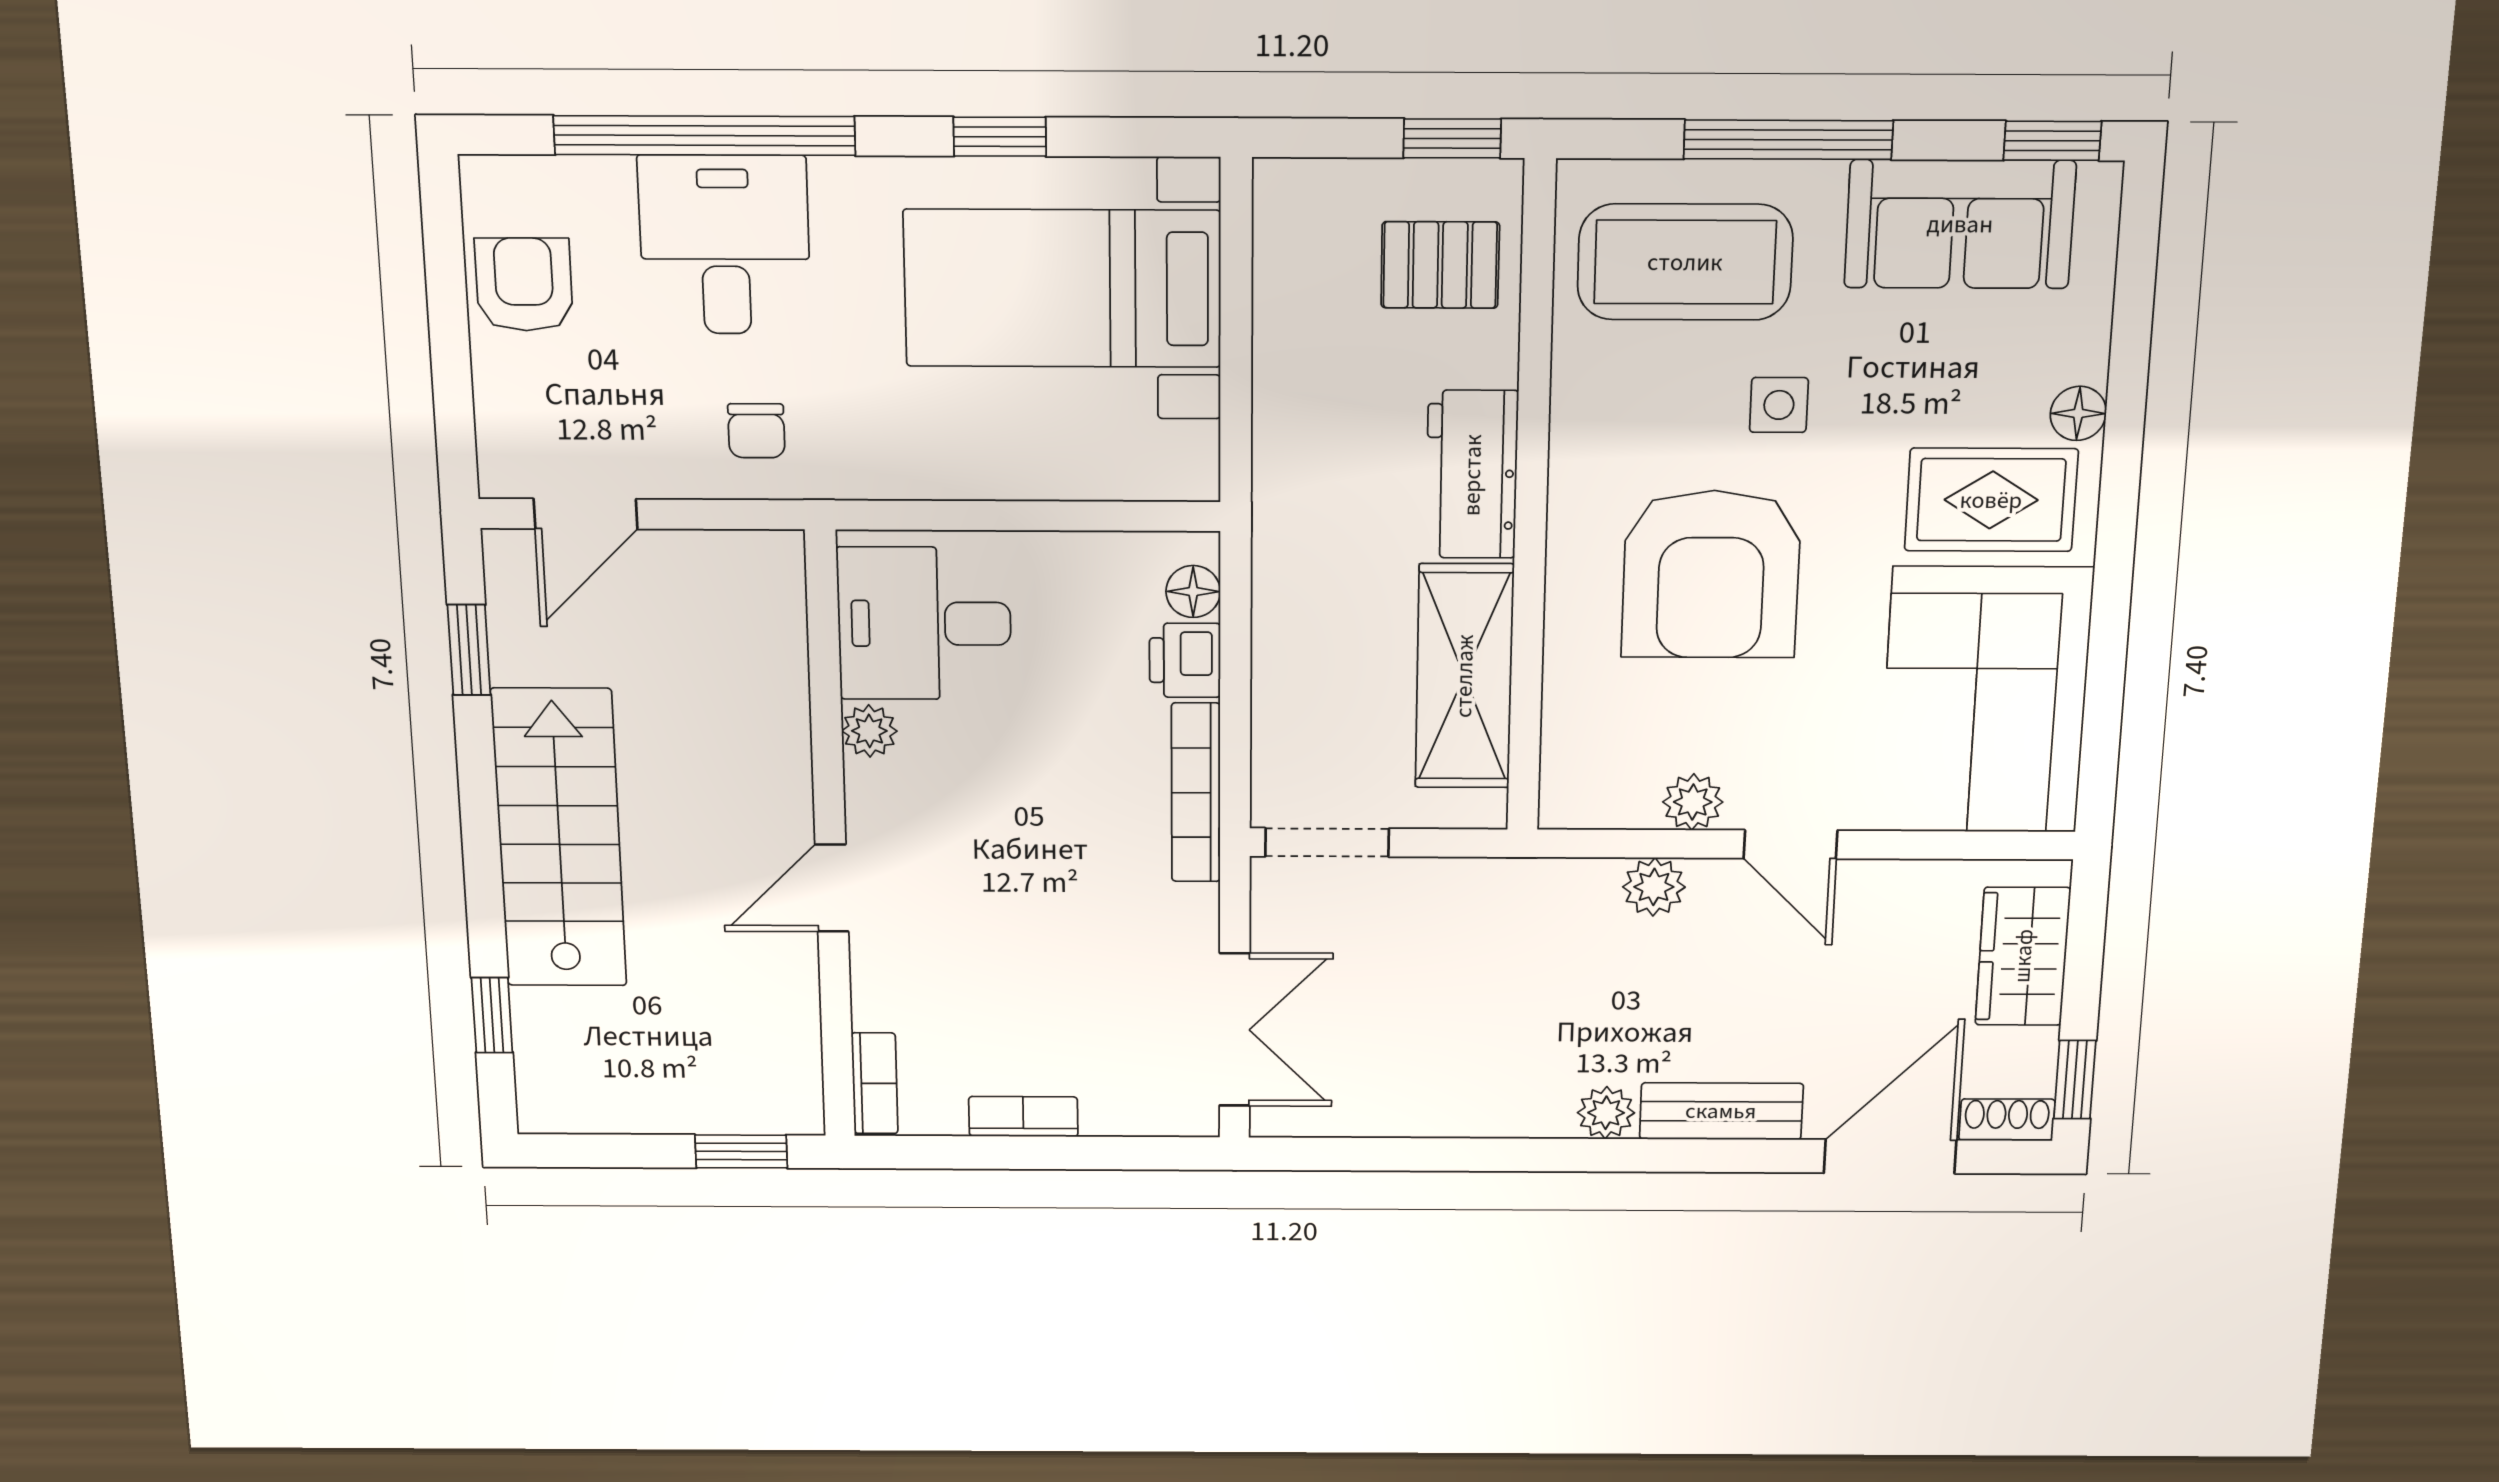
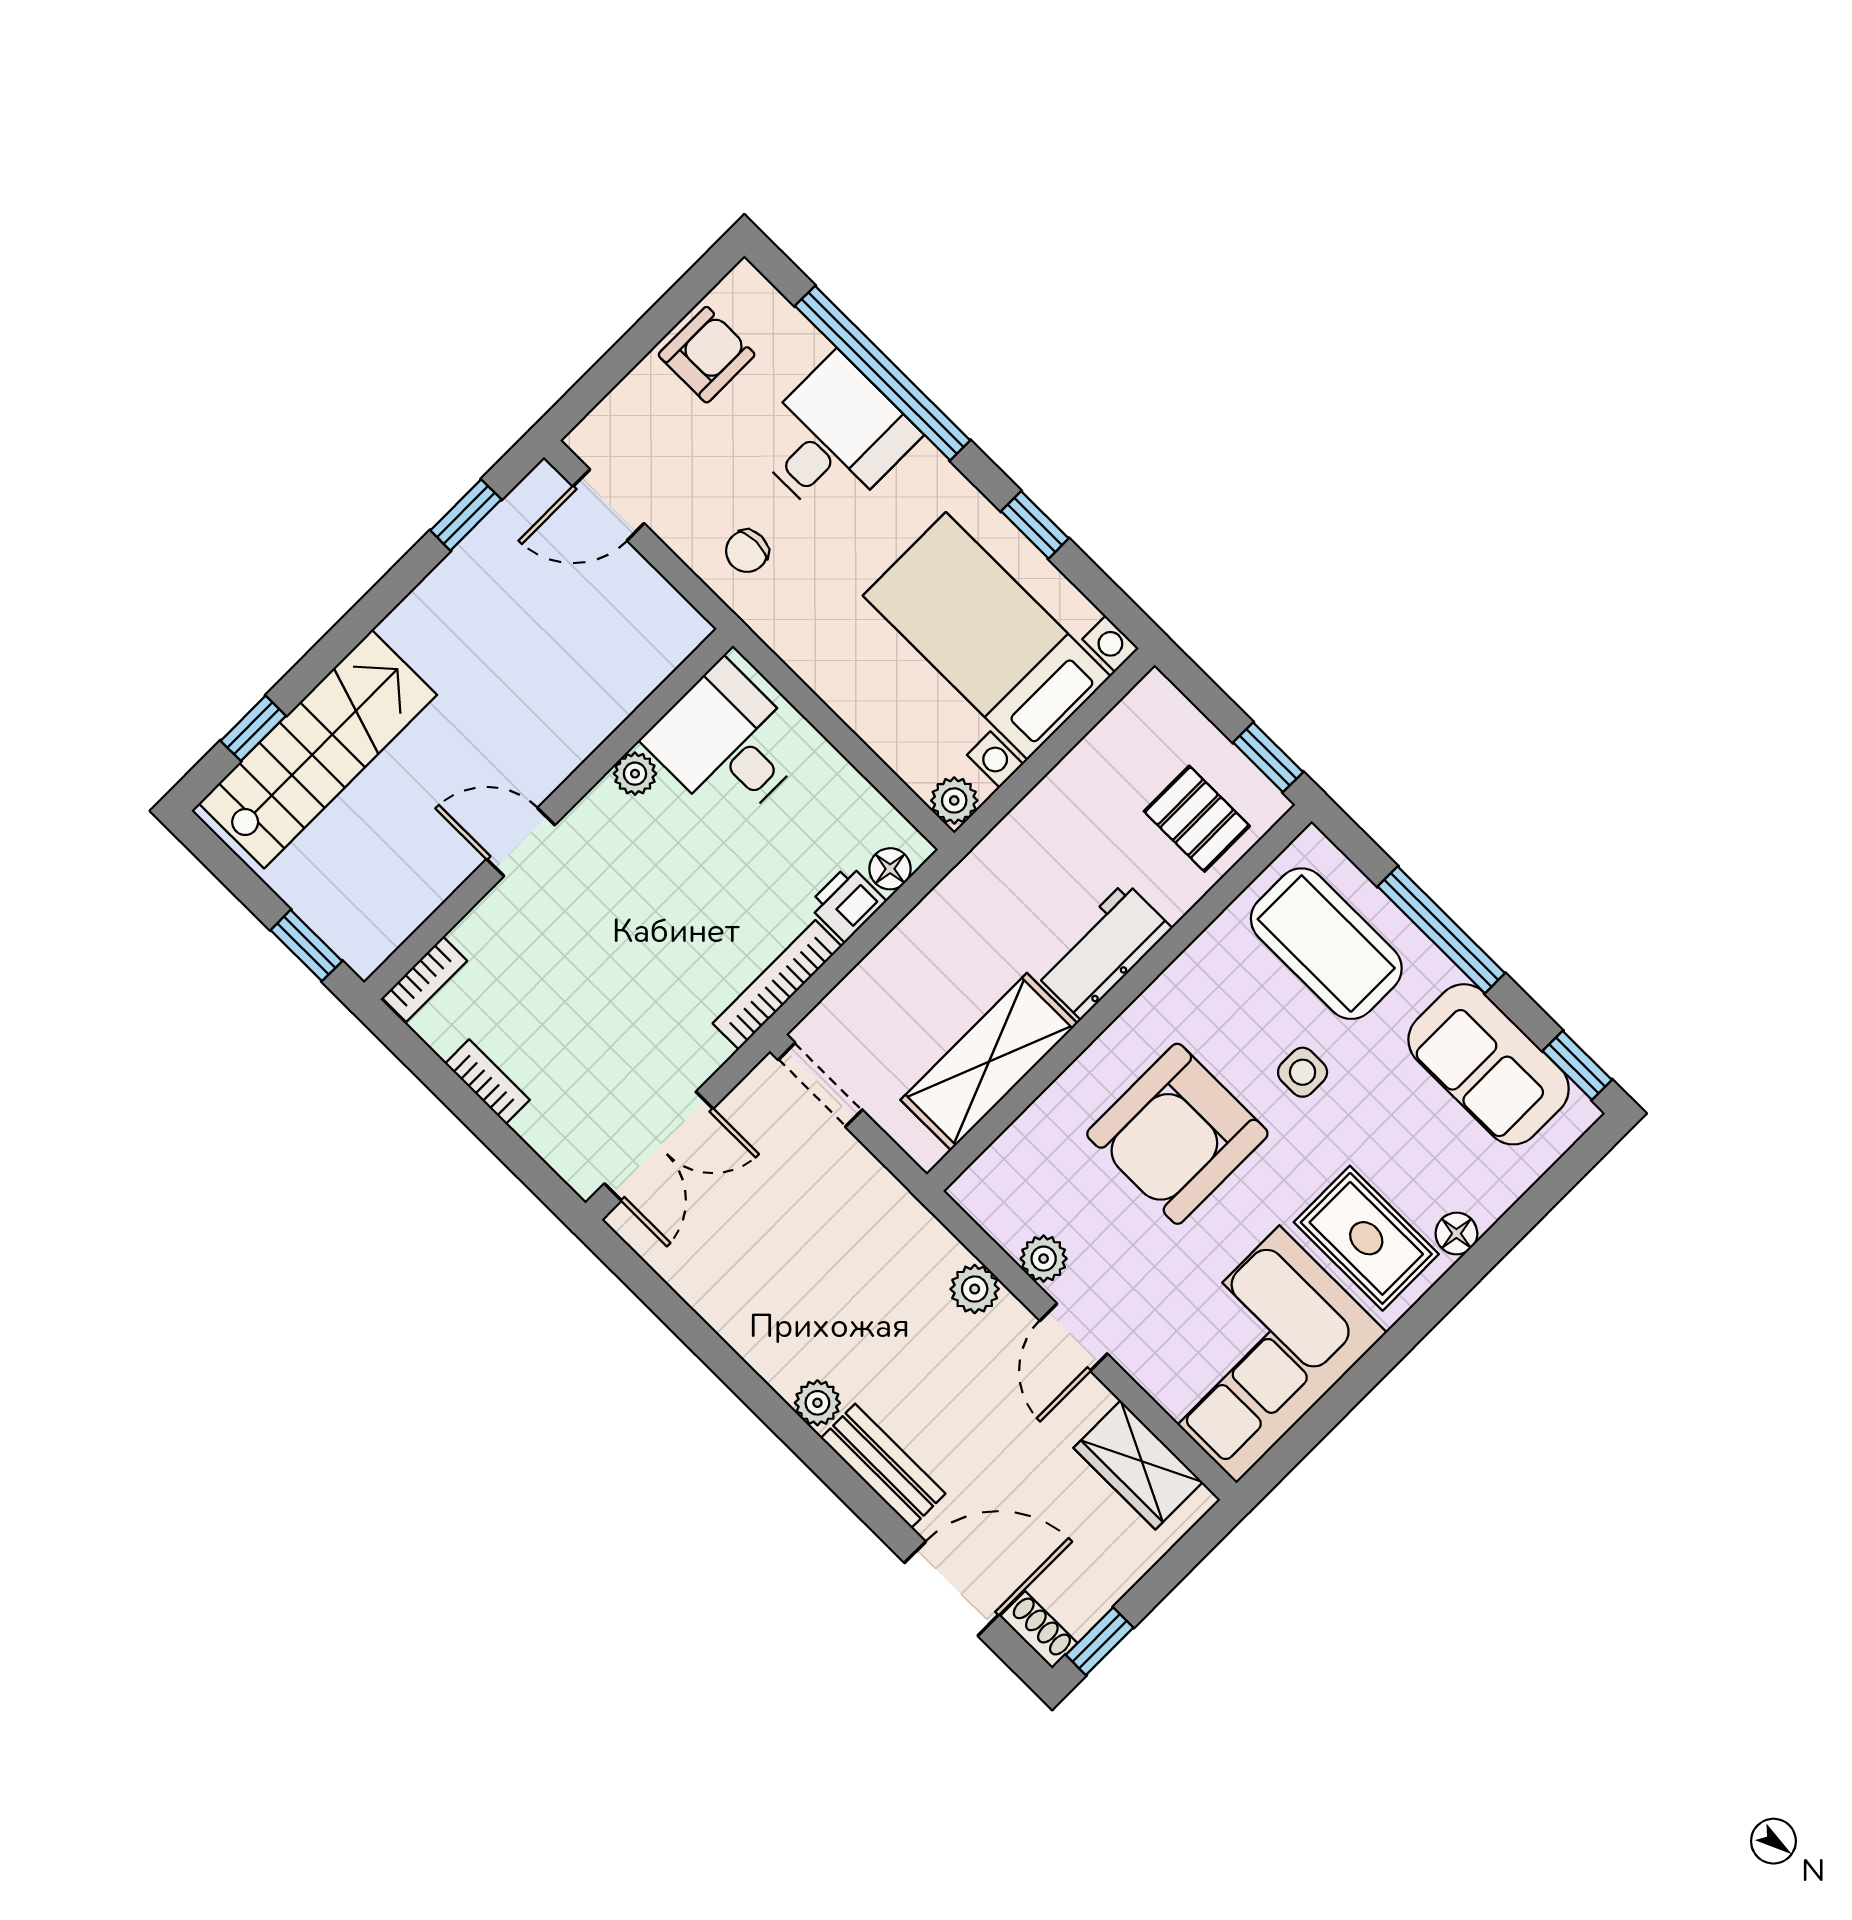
plant: (1189, 472) -> (954, 800), added
stairs: (559, 838) -> (318, 749), moved
wardrobe: (2023, 956) -> (1138, 1465), moved, turned -90

